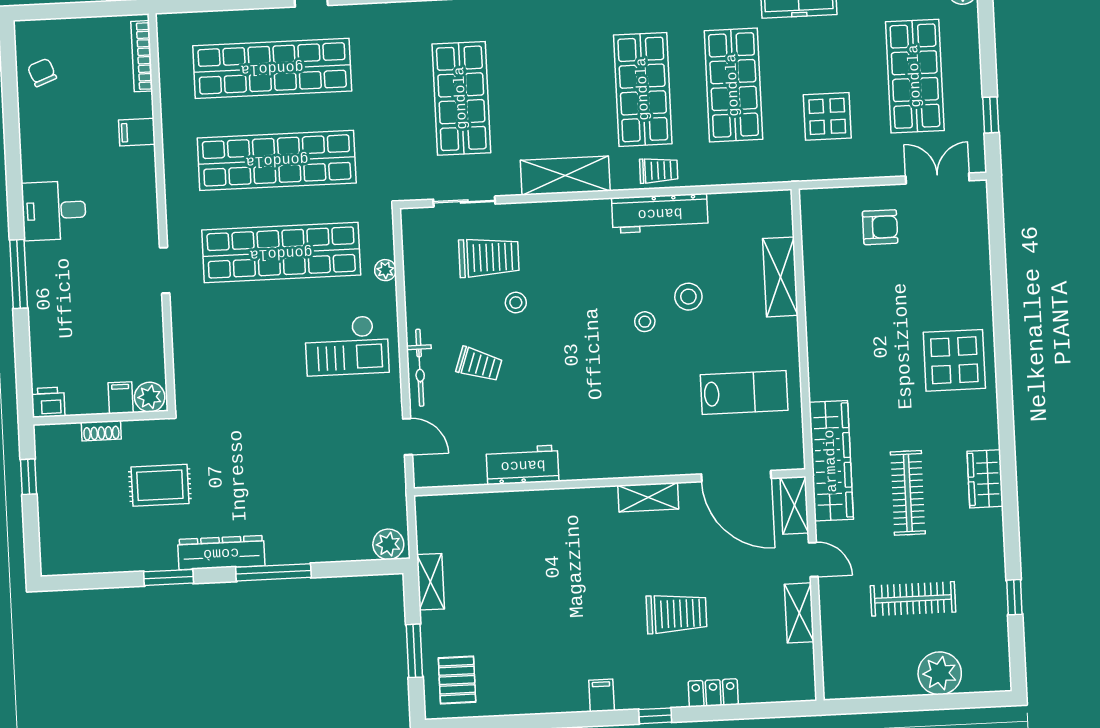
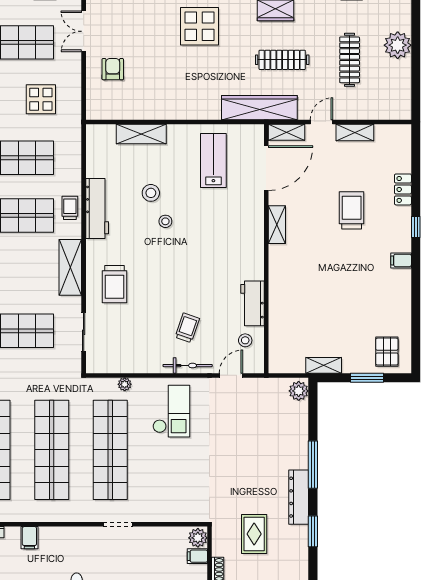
trolley: (489, 257) -> (114, 284), moved, turned 180
stool: (516, 303) -> (245, 340), moved
pallet: (457, 680) -> (387, 352), turned 90

